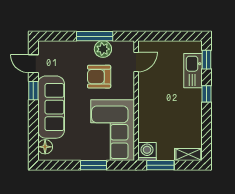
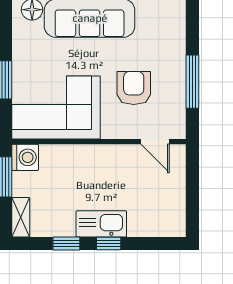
plant: (103, 49) -> (174, 94), removed
window: (206, 60) -> (66, 244), moved
kitchen sink: (193, 71) -> (101, 224), moved

